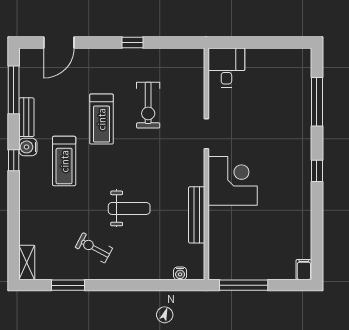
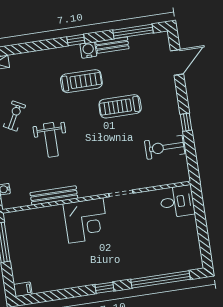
door: (59, 42) -> (177, 62), swing flipped
window: (317, 102) -> (160, 279), width x1.46
exercise bike: (148, 105) -> (165, 147), moved
treadmill: (64, 161) -> (81, 81), turned 180

